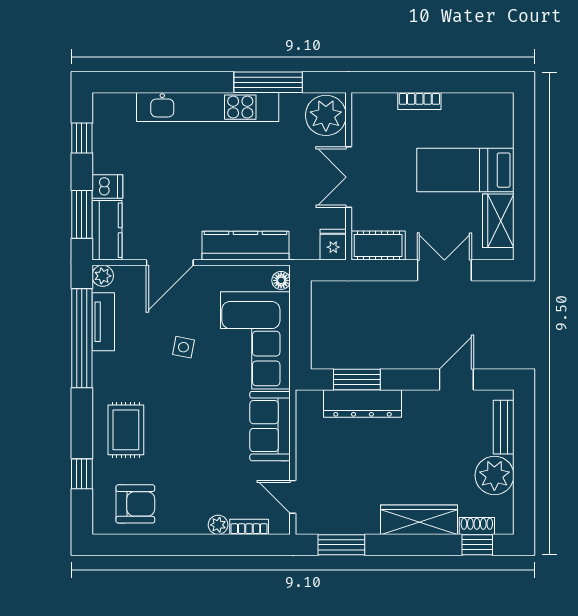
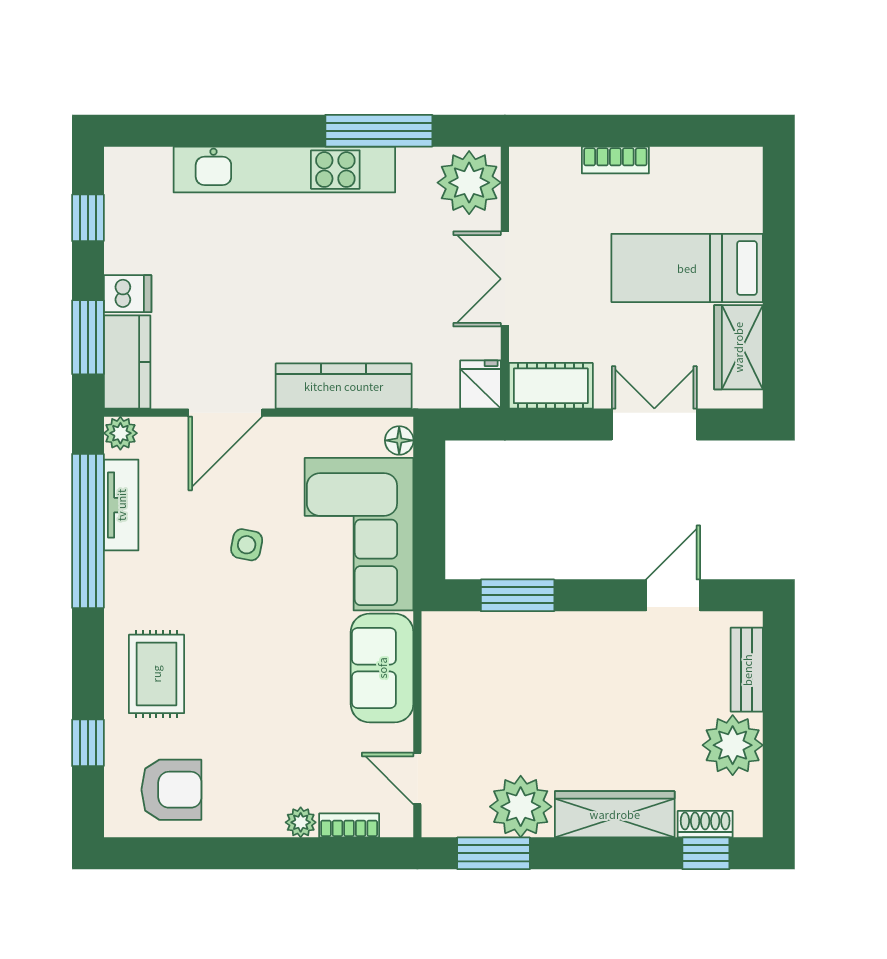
dresser: (362, 404) -> (526, 633), removed
plant: (359, 515) -> (521, 807), added

